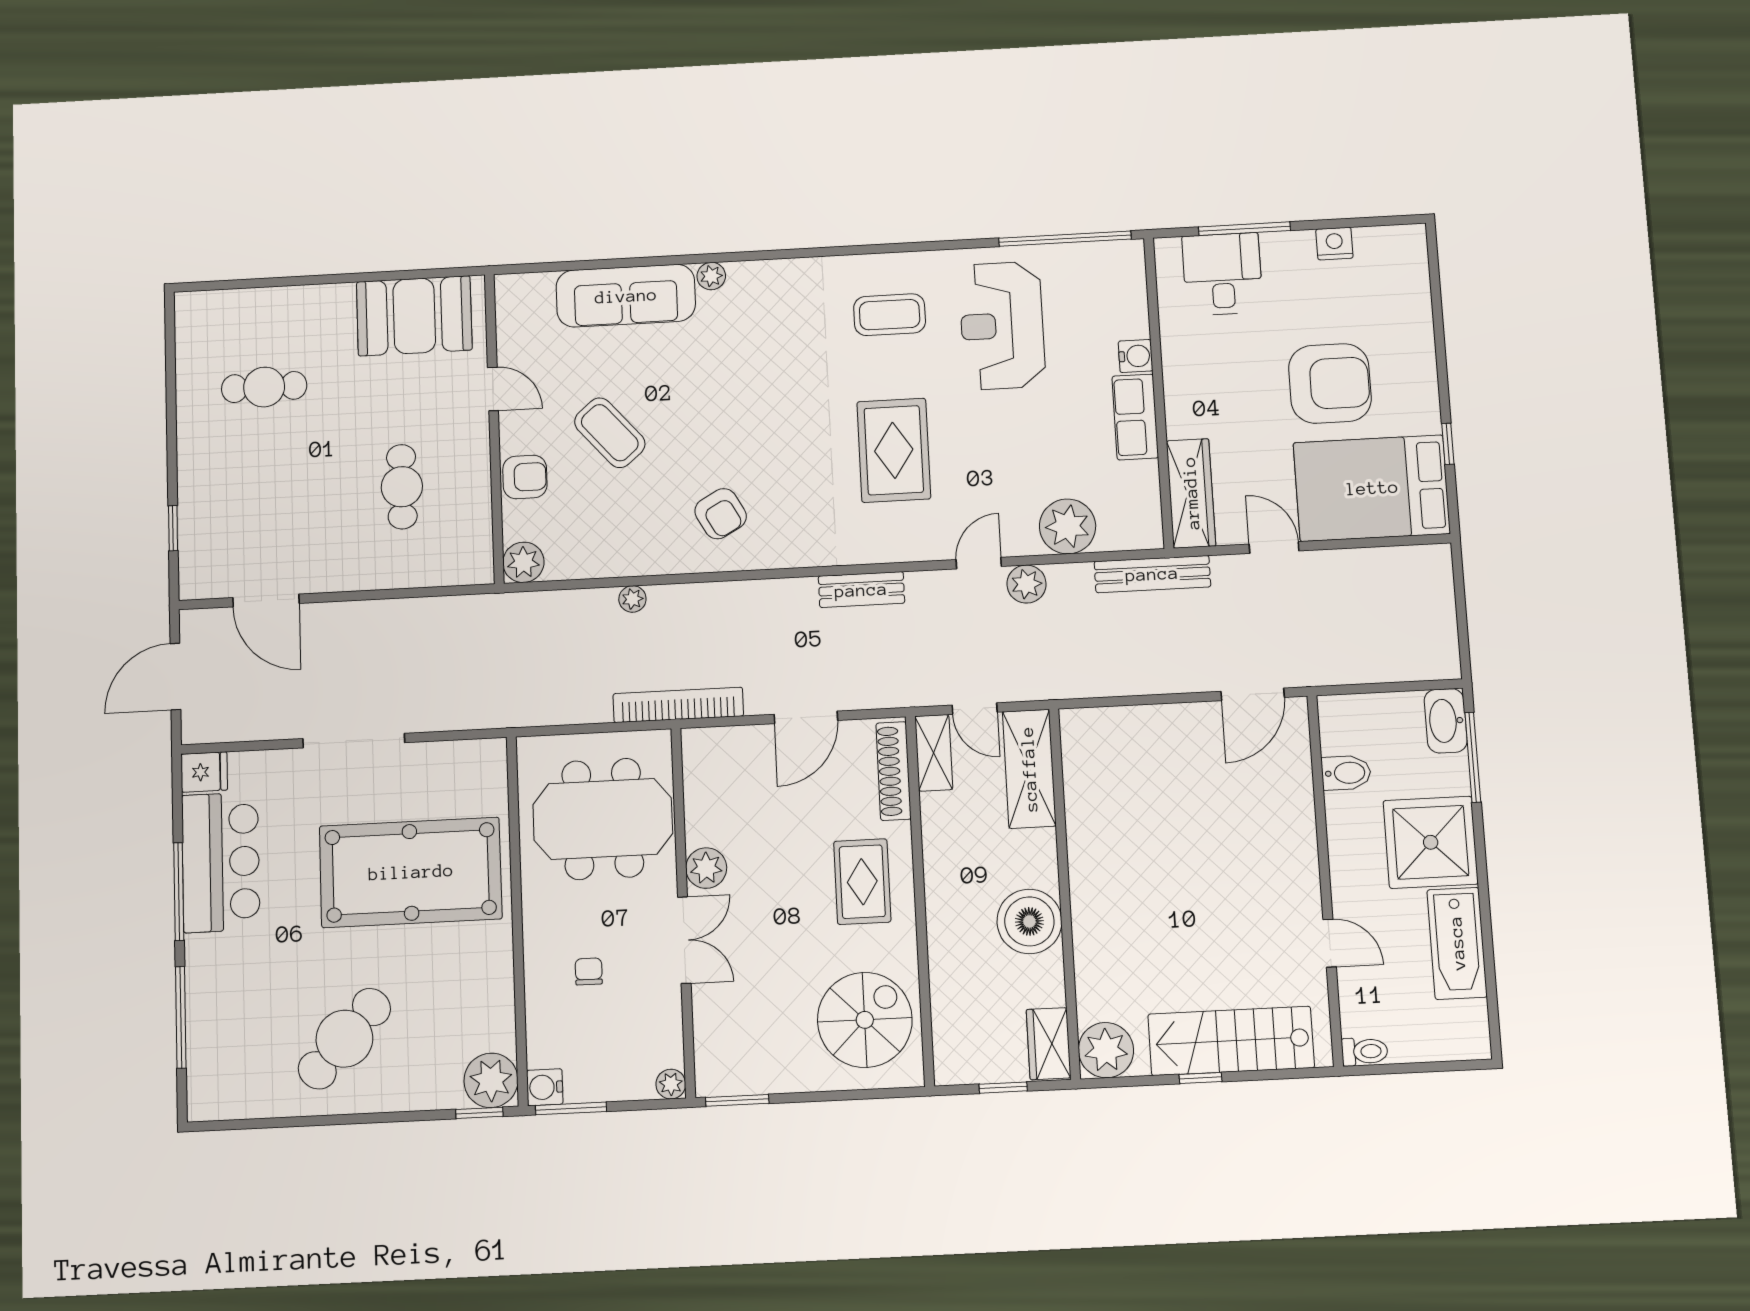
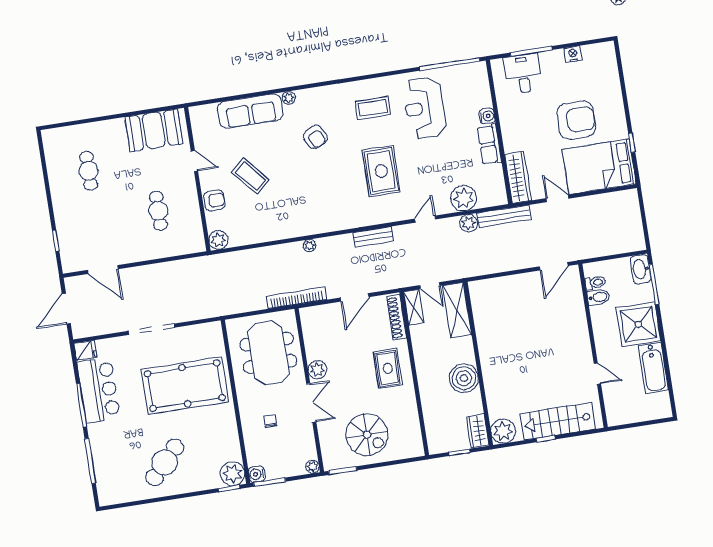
cafe table: (264, 387) -> (89, 171), turned 90
armchair: (721, 514) -> (315, 137), moved
plant: (1026, 584) -> (468, 223), moved
plant: (632, 599) -> (310, 245), moved
meeting table: (603, 819) -> (268, 353), turned 90
spiral stairs: (865, 1020) -> (367, 435), moved, turned 90
toilet: (1365, 1051) -> (595, 283), moved

